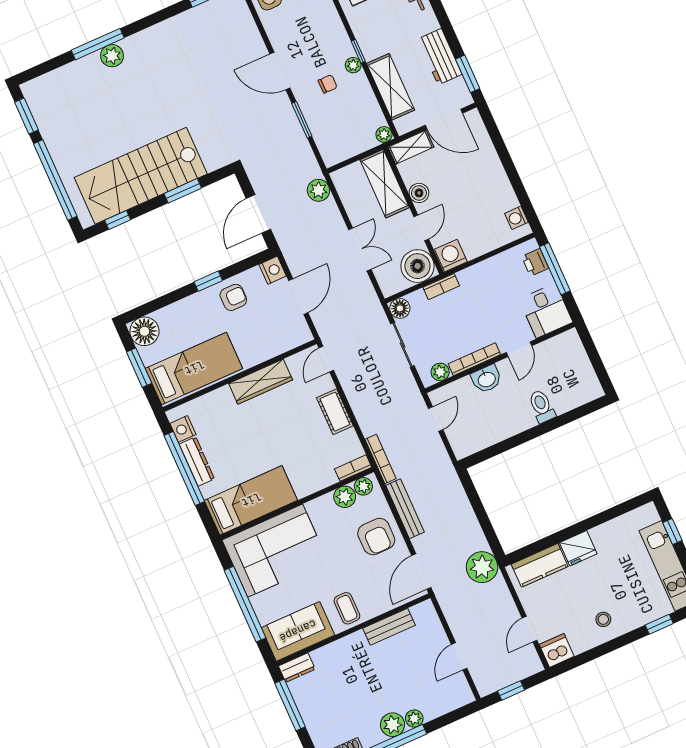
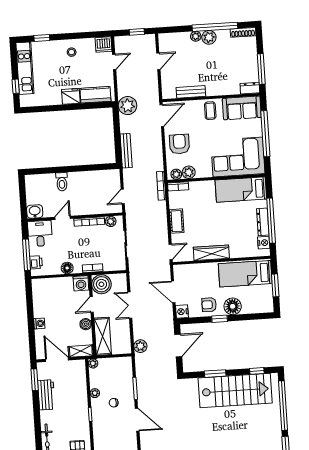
plant: (353, 65) -> (95, 393), moved
shelving: (391, 87) -> (80, 388), removed
washing machine: (516, 218) -> (39, 323), moved
door: (298, 297) -> (173, 292), hinge flipped
floor lamp: (400, 308) -> (67, 268), moved
floor lamp: (144, 331) -> (233, 306), moved
washbasin: (486, 379) -> (35, 211), moved
bench: (405, 509) -> (126, 151), moved

